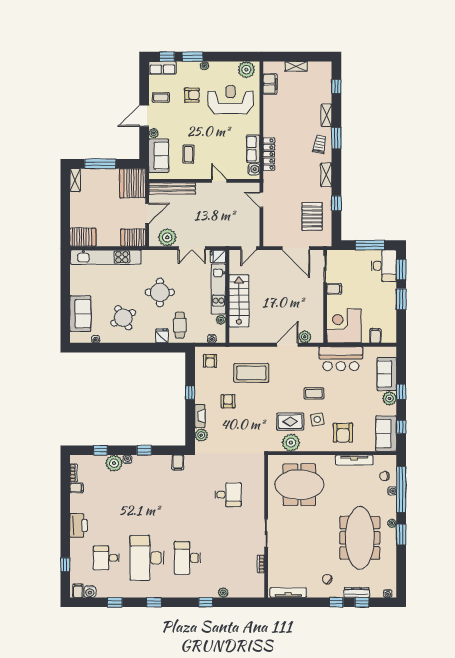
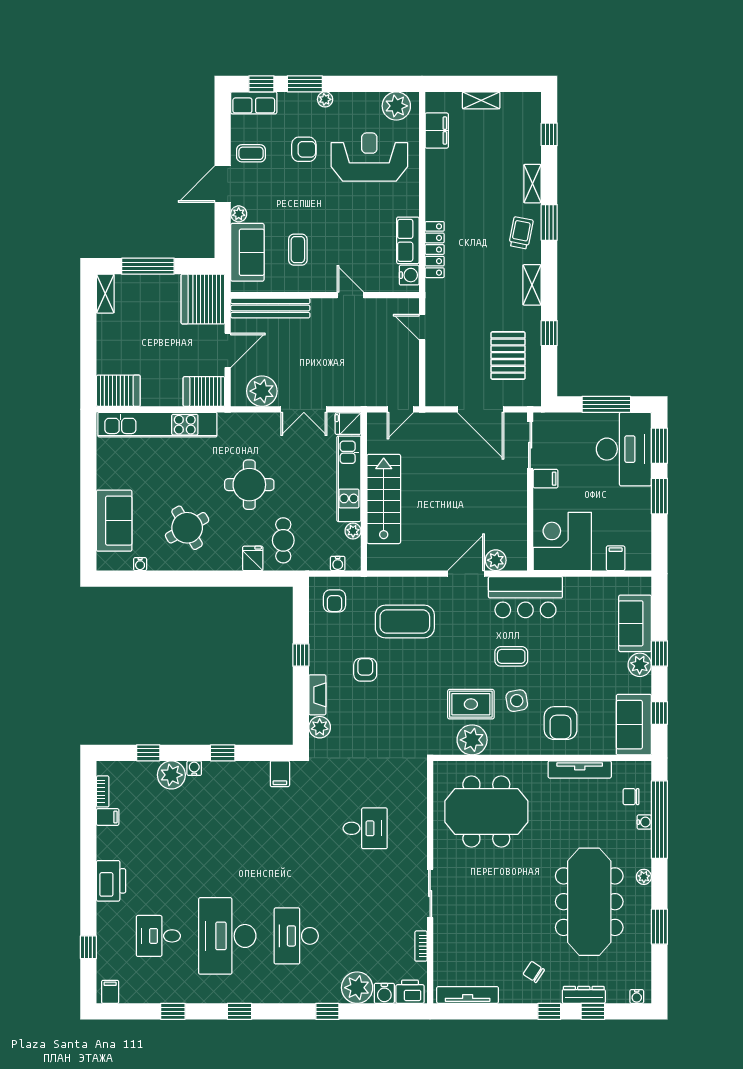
desk: (384, 266) -> (624, 449), width x1.36, depth x1.30
bar counter: (341, 359) -> (525, 597), moved
window: (401, 535) -> (659, 927), moved
printer: (254, 591) -> (410, 992), added
water cooler: (90, 592) -> (384, 993), moved
plant: (223, 593) -> (357, 988), width x1.88, depth x1.88

